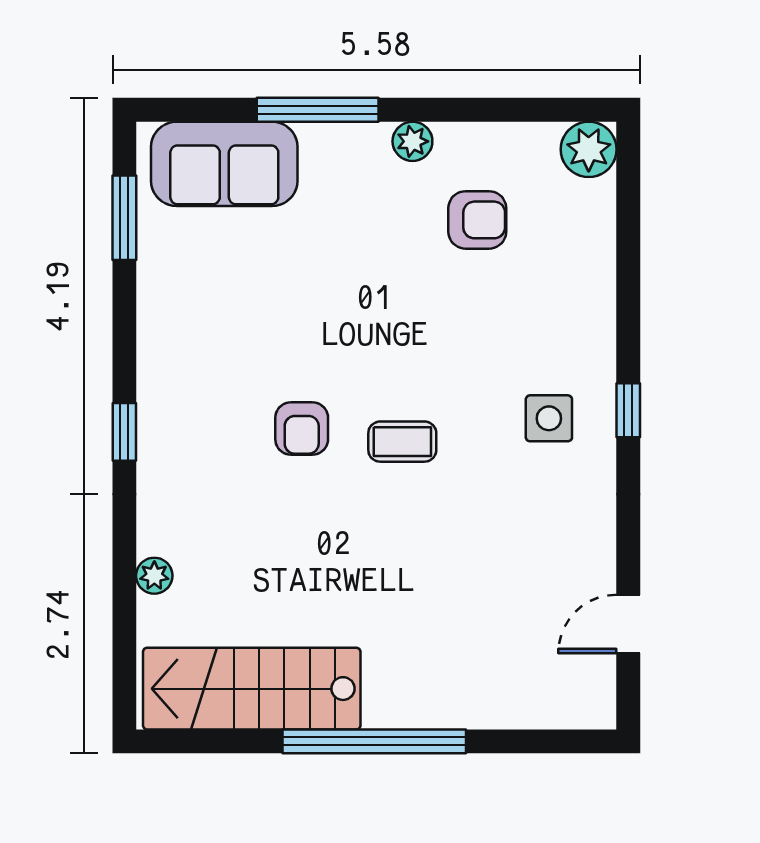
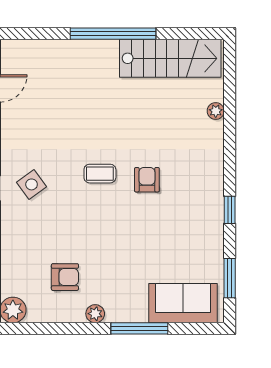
armchair: (477, 220) -> (65, 277), turned 180
side table: (549, 418) -> (32, 184), turned -36
window: (124, 432) -> (230, 210), moved

